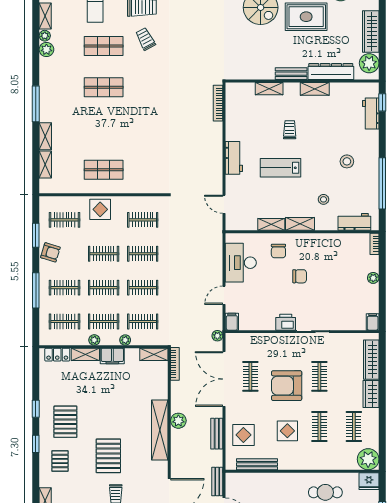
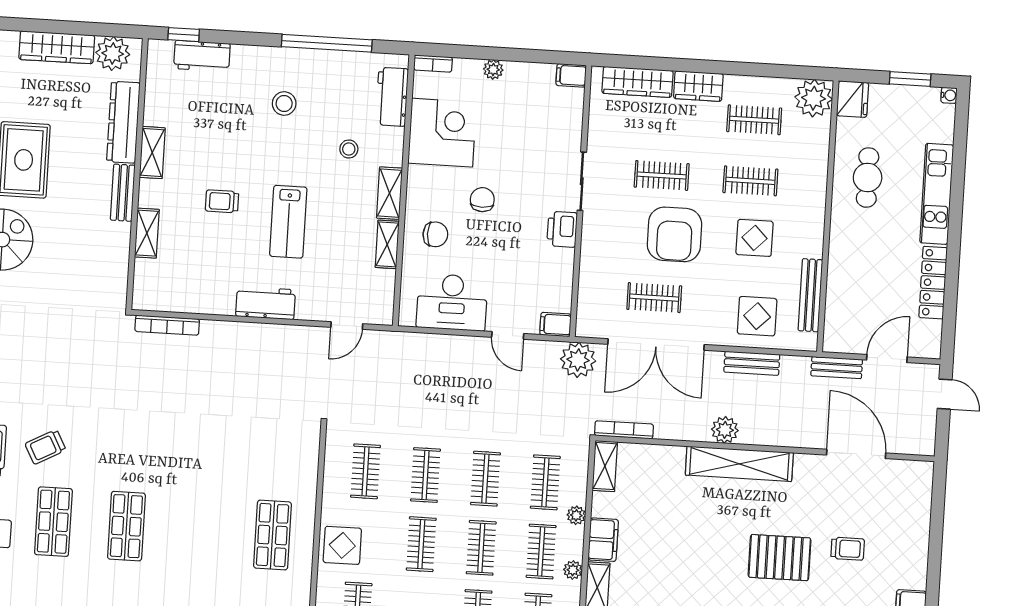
corner desk: (336, 251) -> (442, 133), added
plant: (217, 336) -> (578, 360), width x1.87, depth x1.87

